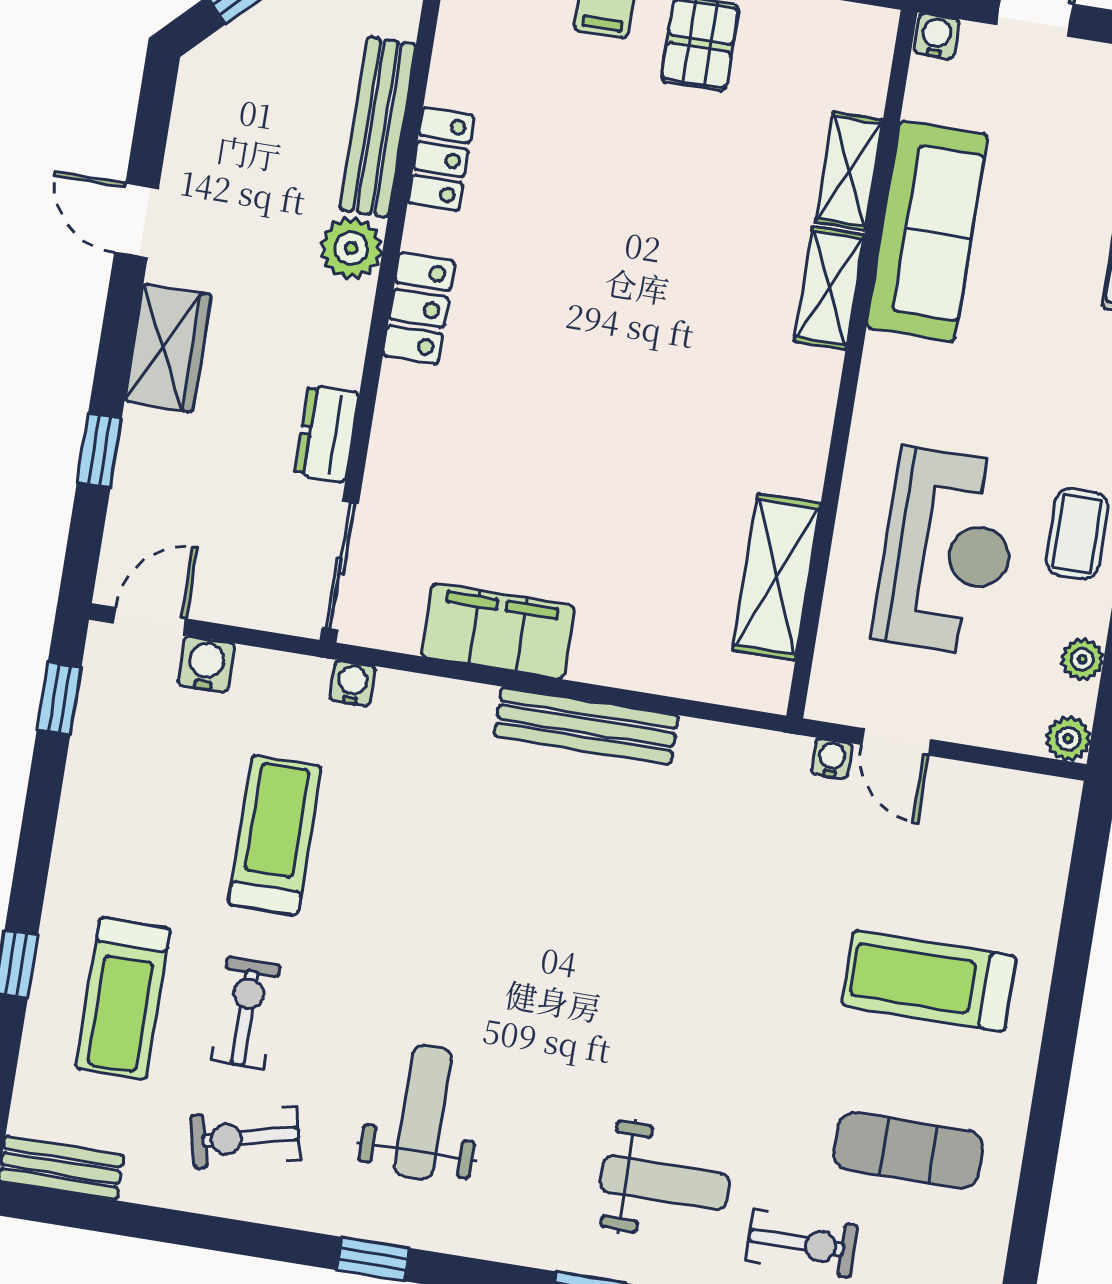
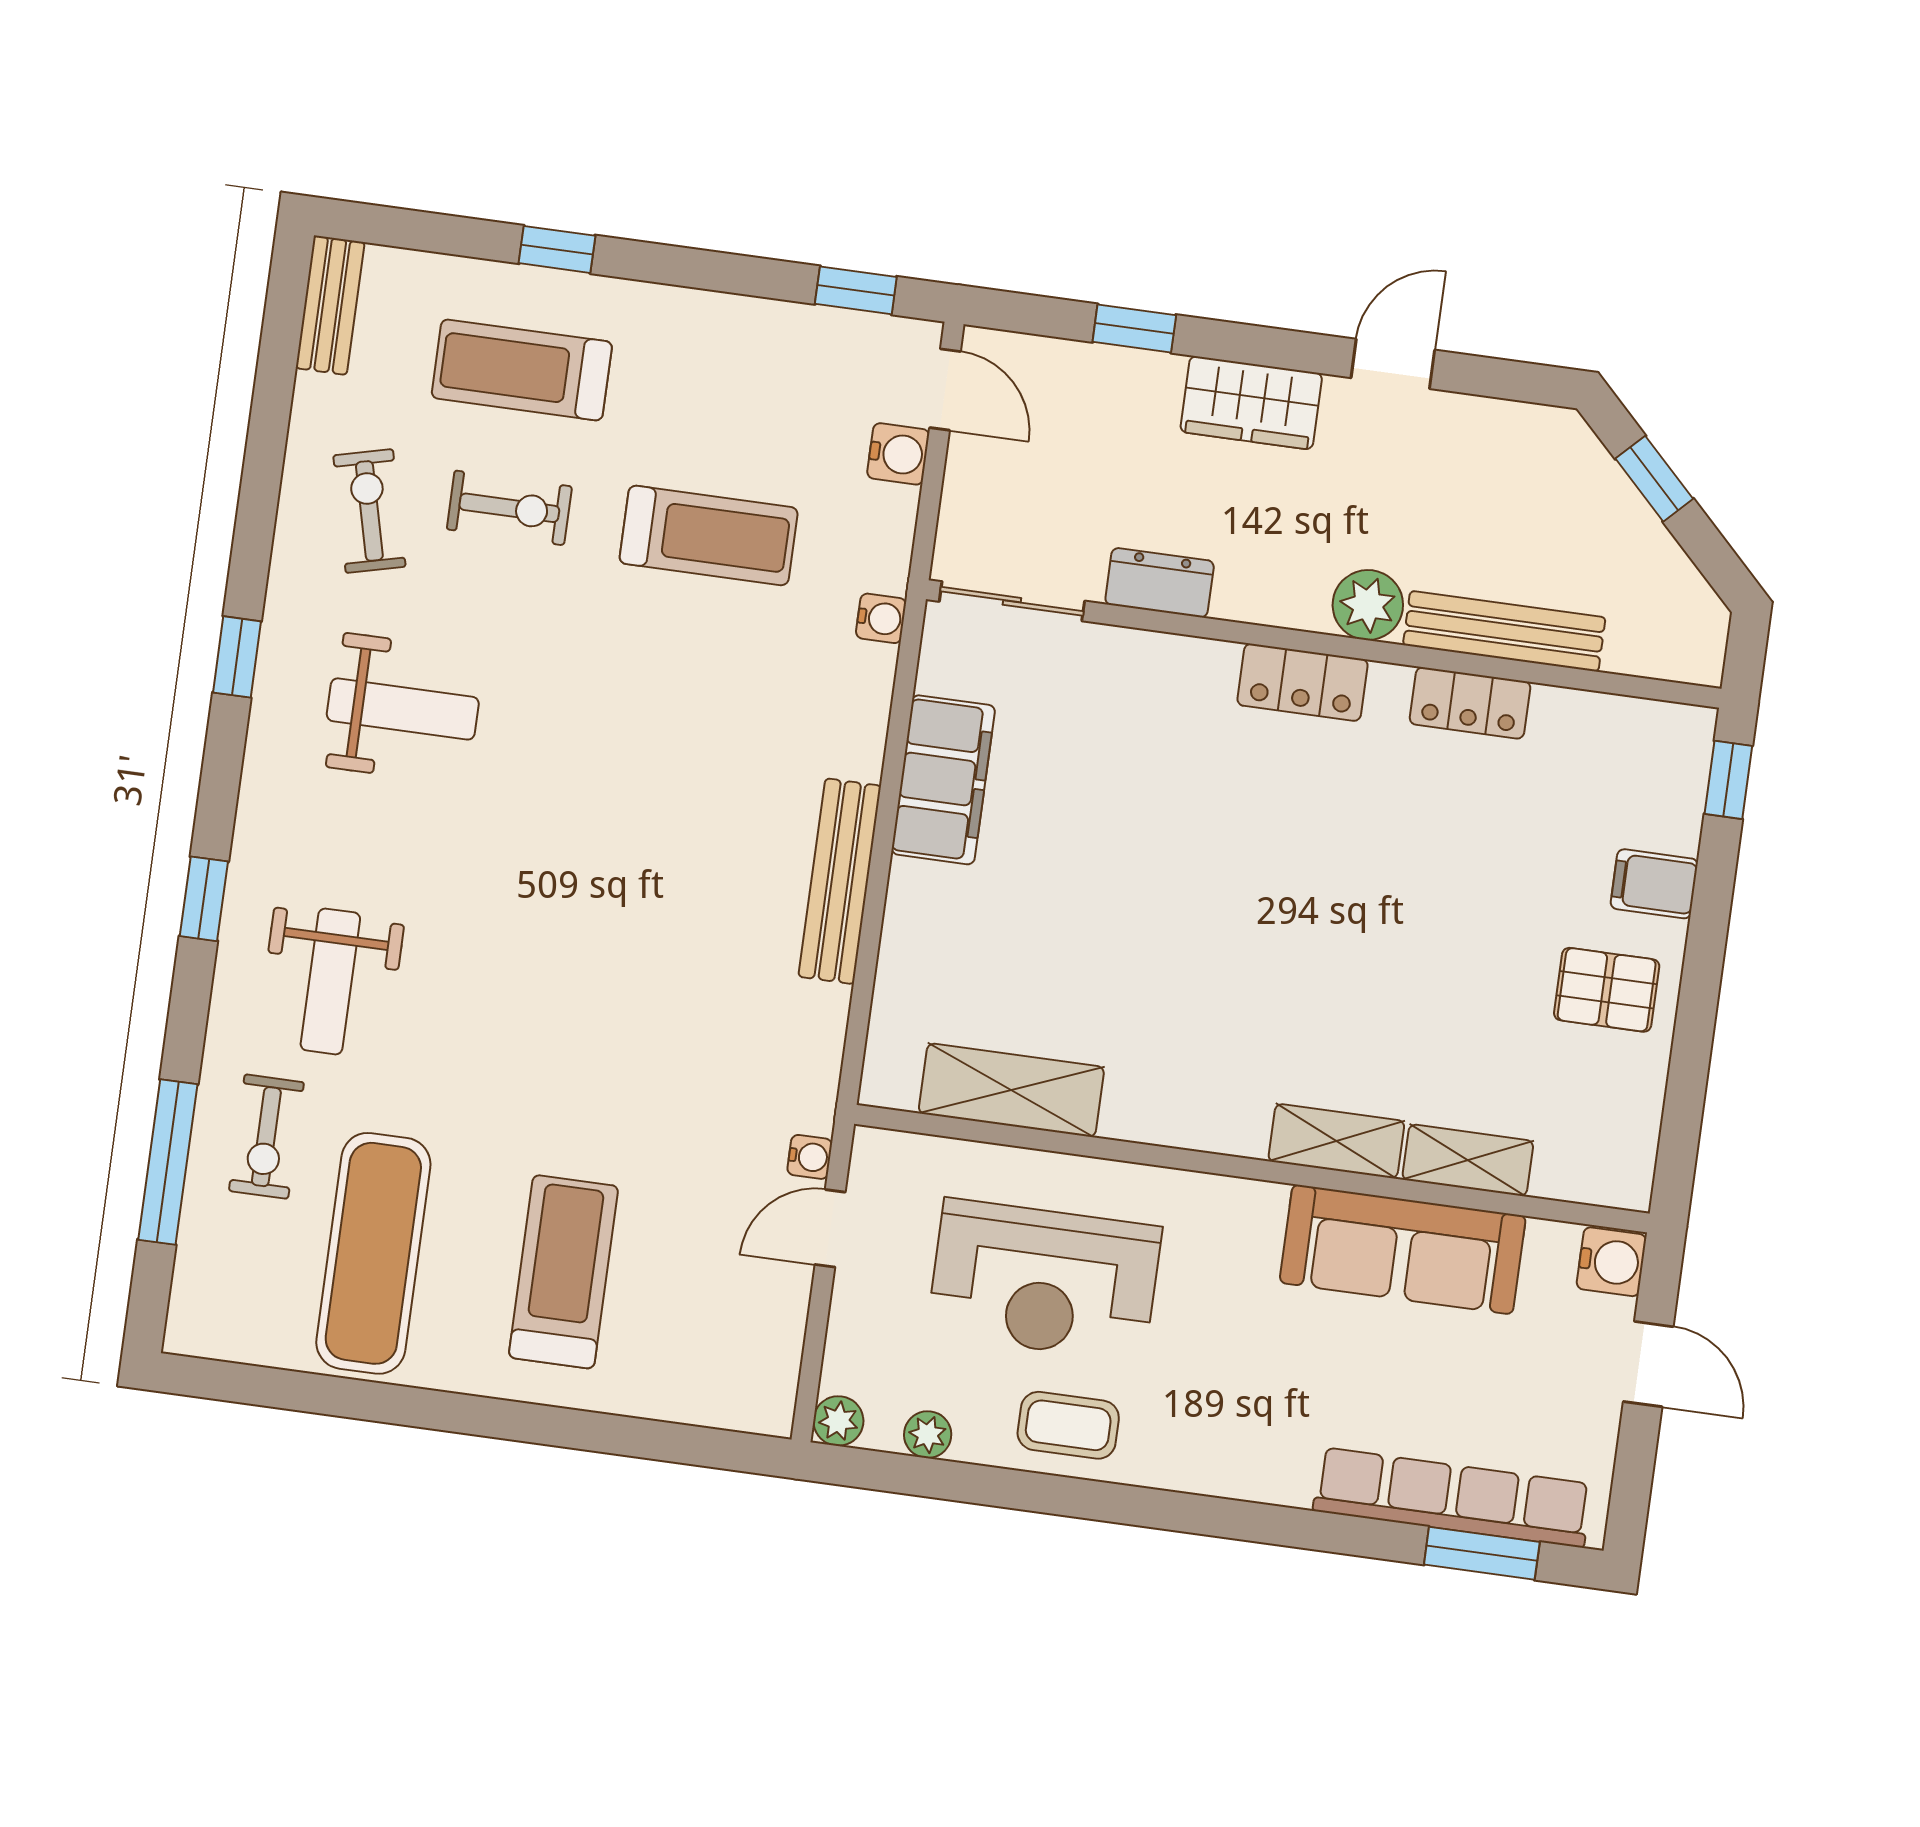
water cooler: (936, 36) -> (1611, 1262), width x1.38, depth x1.38
exercise mat: (908, 1150) -> (373, 1253), width x1.36, depth x1.45

